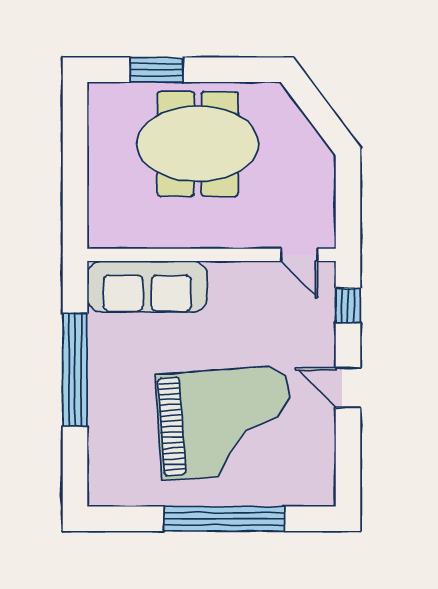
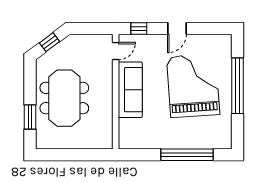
window: (319, 112) -> (50, 42), added
sofa: (147, 287) -> (130, 90), moved
window: (75, 370) -> (187, 155), moved

